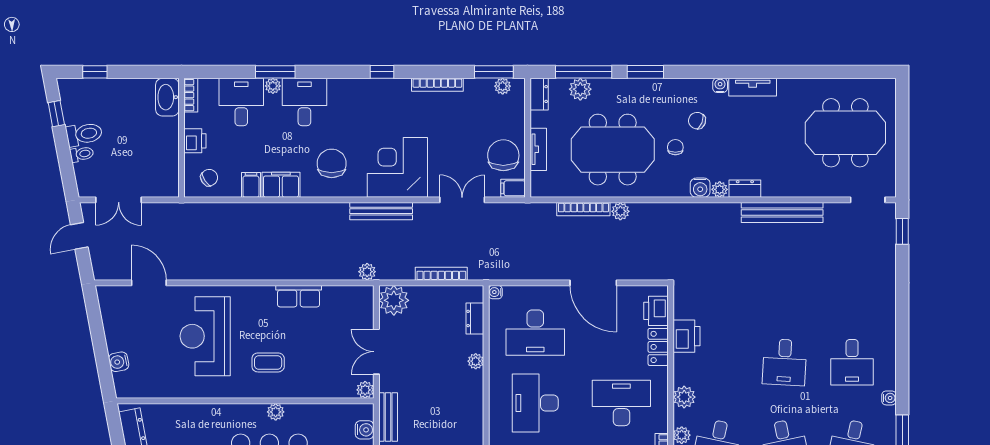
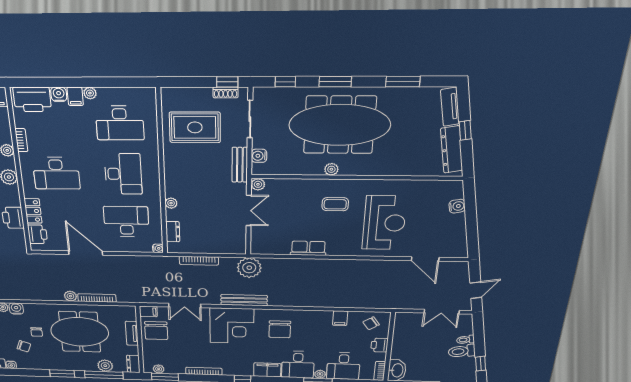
filing cabinet: (281, 185) -> (267, 370), moved, turned 180
double door: (119, 200) -> (442, 312), swing flipped
plant: (367, 272) -> (249, 268), width x1.88, depth x1.88
plant: (394, 300) -> (235, 244), removed

